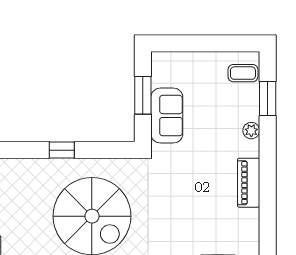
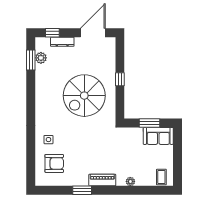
window: (268, 98) -> (82, 190), moved
sofa: (167, 116) -> (158, 136), moved

